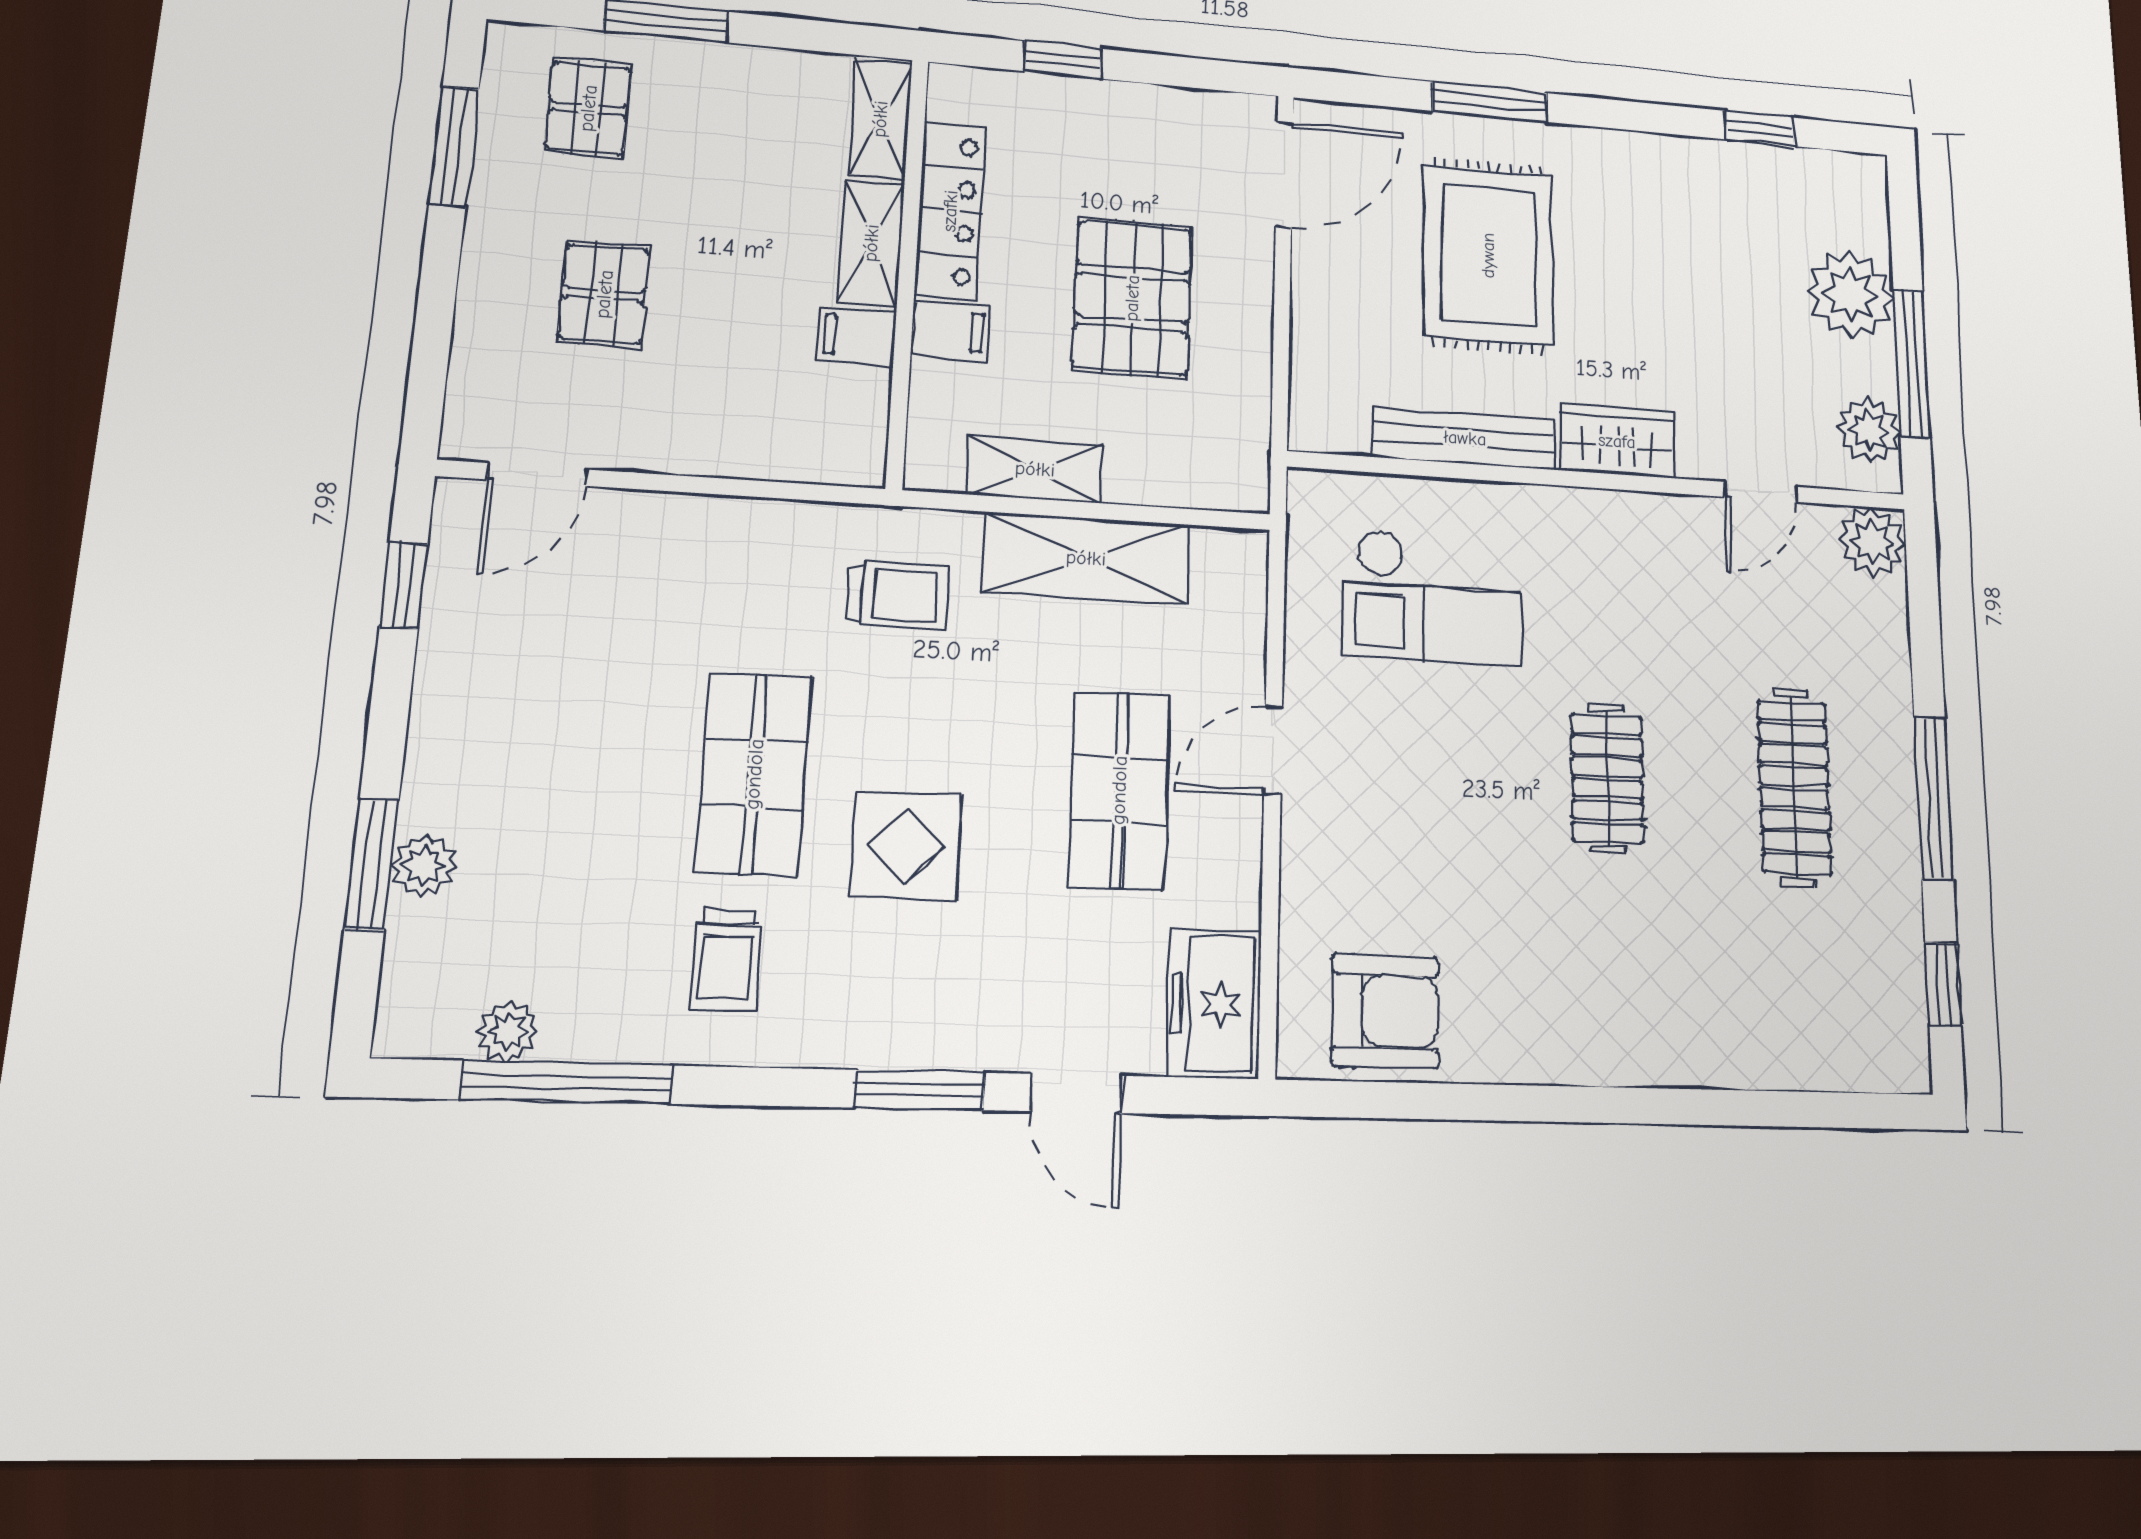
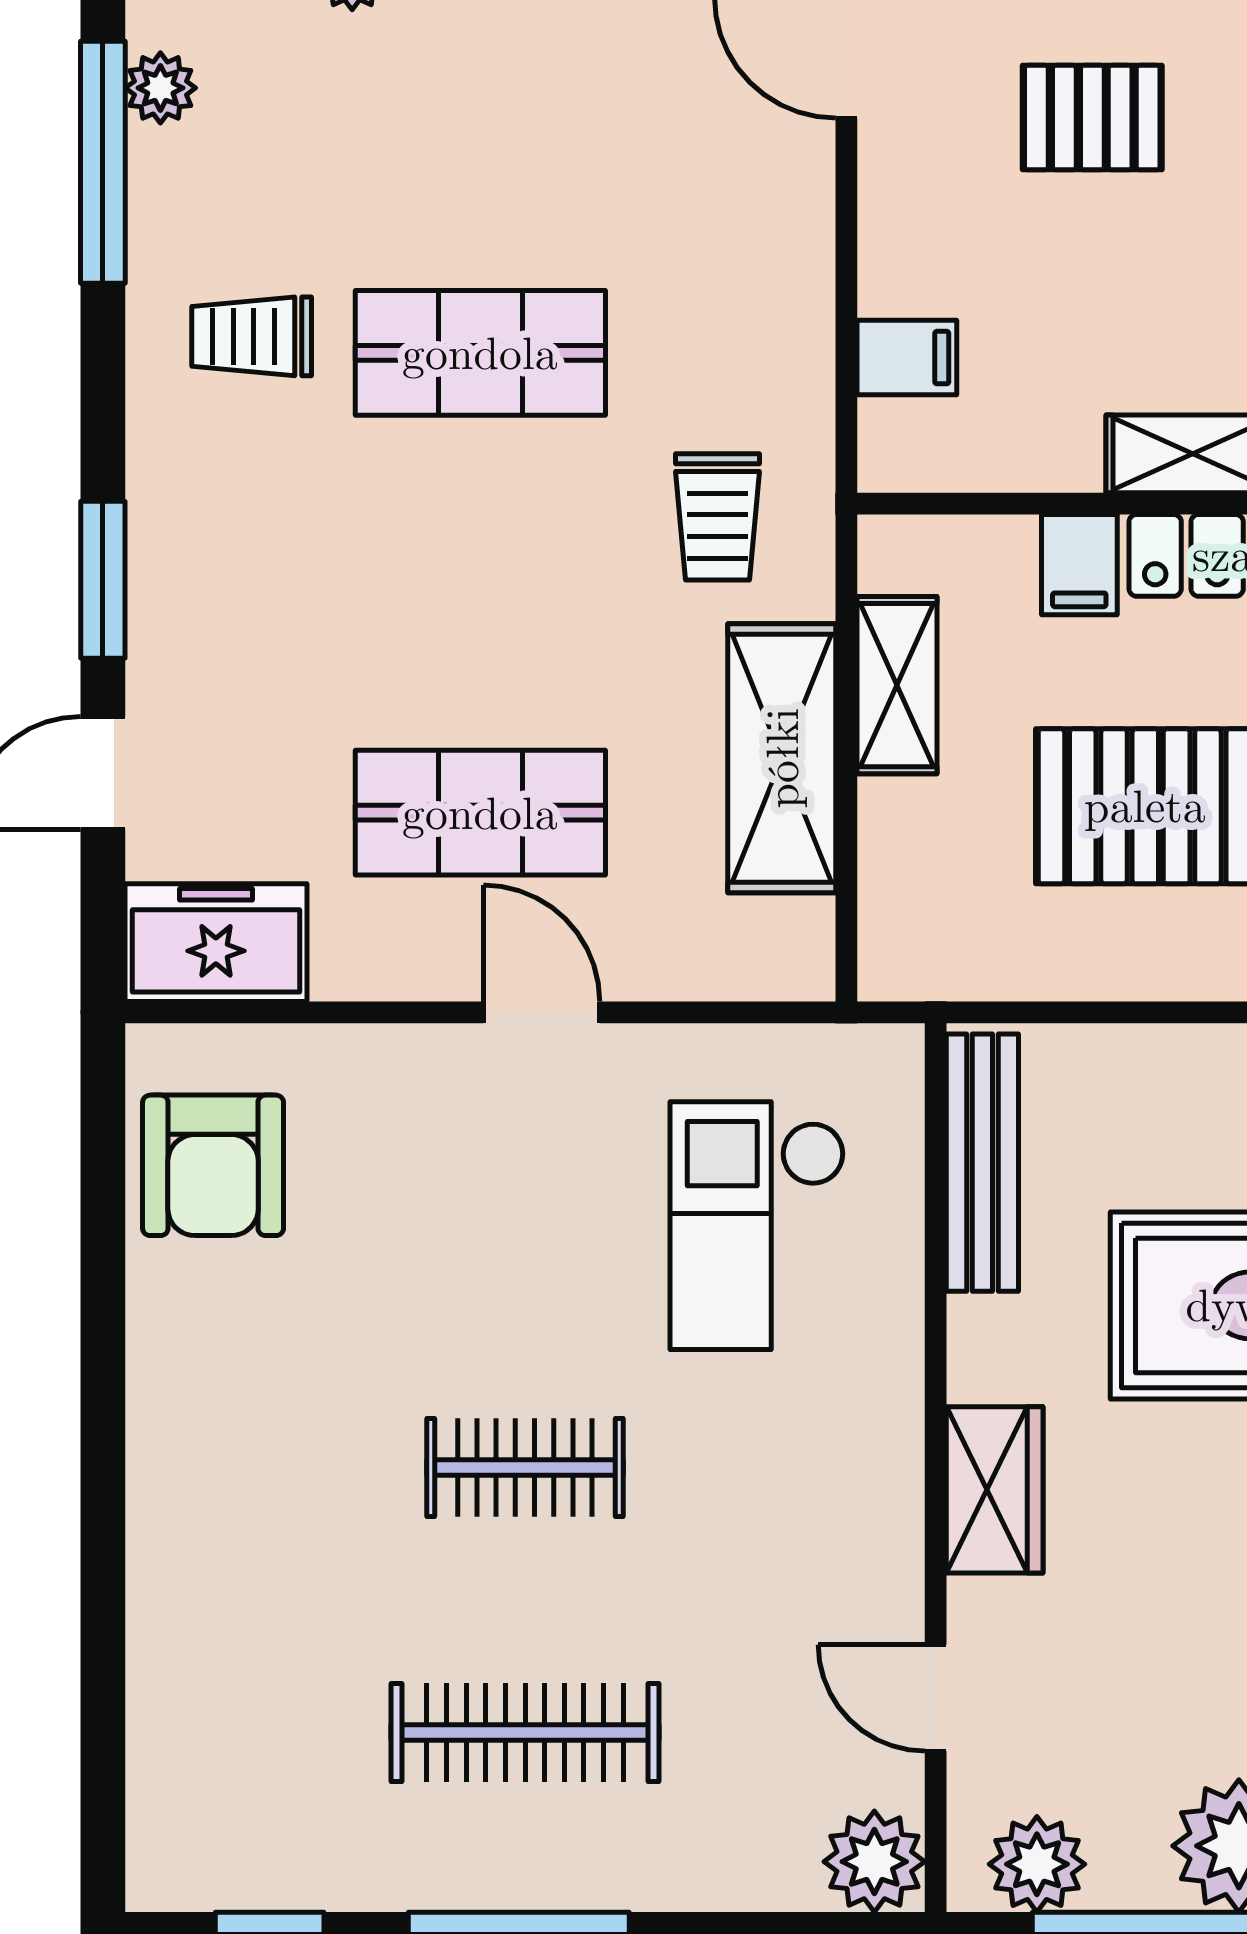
filing cabinet: (857, 336) -> (907, 358), moved, turned 90
bench: (1465, 438) -> (982, 1163), moved
display table: (906, 845) -> (399, 546), removed

